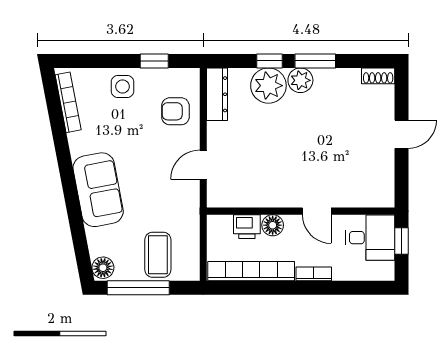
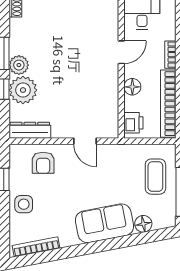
printer: (247, 227) -> (133, 123), moved
coffee table: (158, 255) -> (155, 177), turned 90
floor lamp: (103, 268) -> (143, 224), moved

